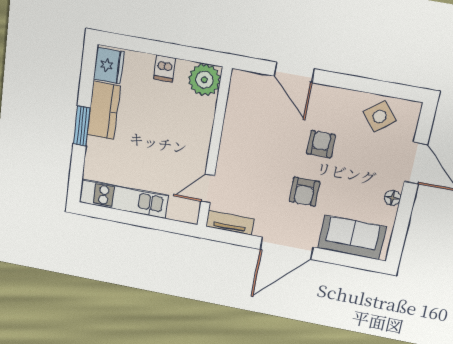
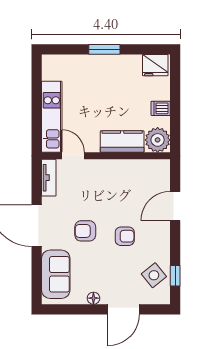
window: (386, 89) -> (175, 276), added
kitchen counter: (103, 111) -> (122, 142), moved, turned 180
kitchen unit: (124, 199) -> (52, 117), moved

